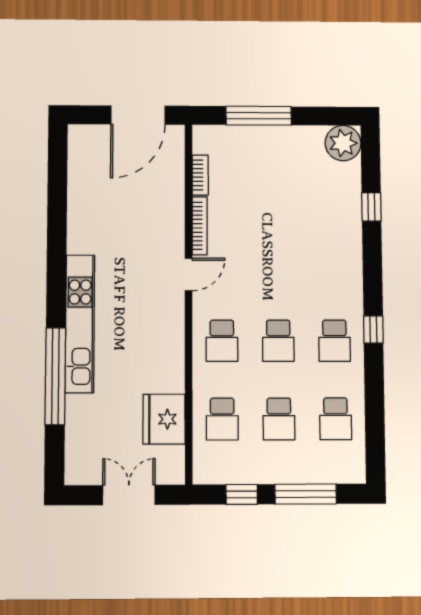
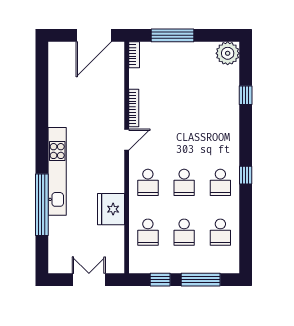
bookcase: (200, 175) -> (134, 55), moved
fridge: (164, 419) -> (111, 209), moved

